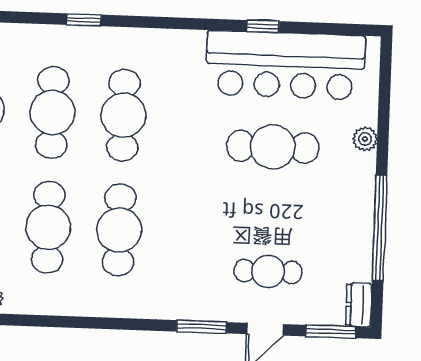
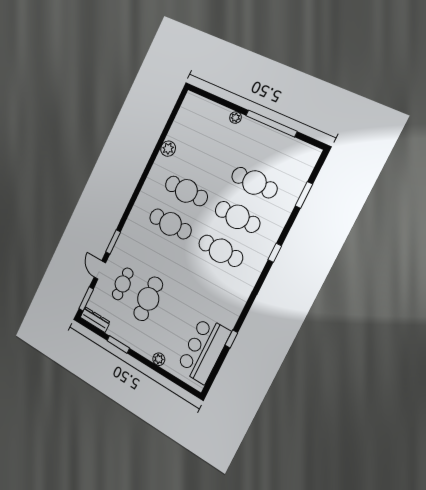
bar counter: (286, 65) -> (204, 350), width x0.73
cafe table: (273, 147) -> (148, 299), moved
window: (380, 228) -> (118, 344), width x0.47
dresser: (359, 305) -> (95, 320), width x1.44

